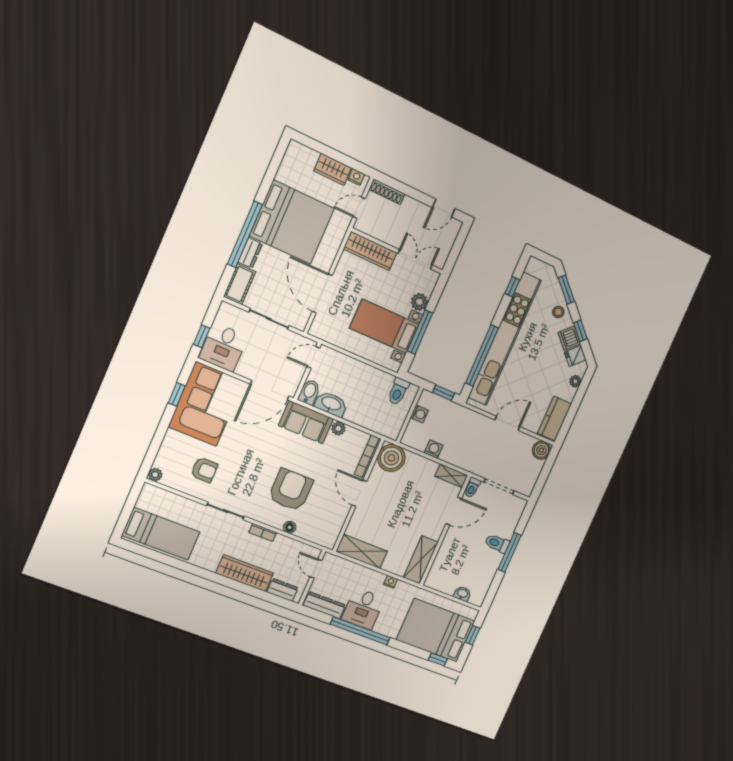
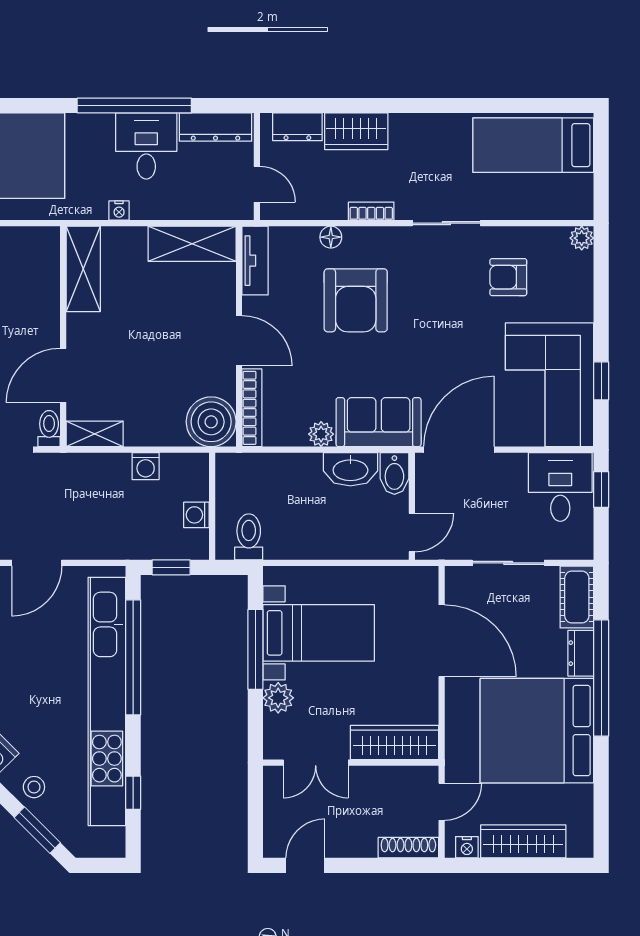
wardrobe: (333, 169) -> (523, 841), width x1.50
tv unit: (334, 531) -> (255, 261), added
wardrobe: (245, 573) -> (356, 131), width x0.67

